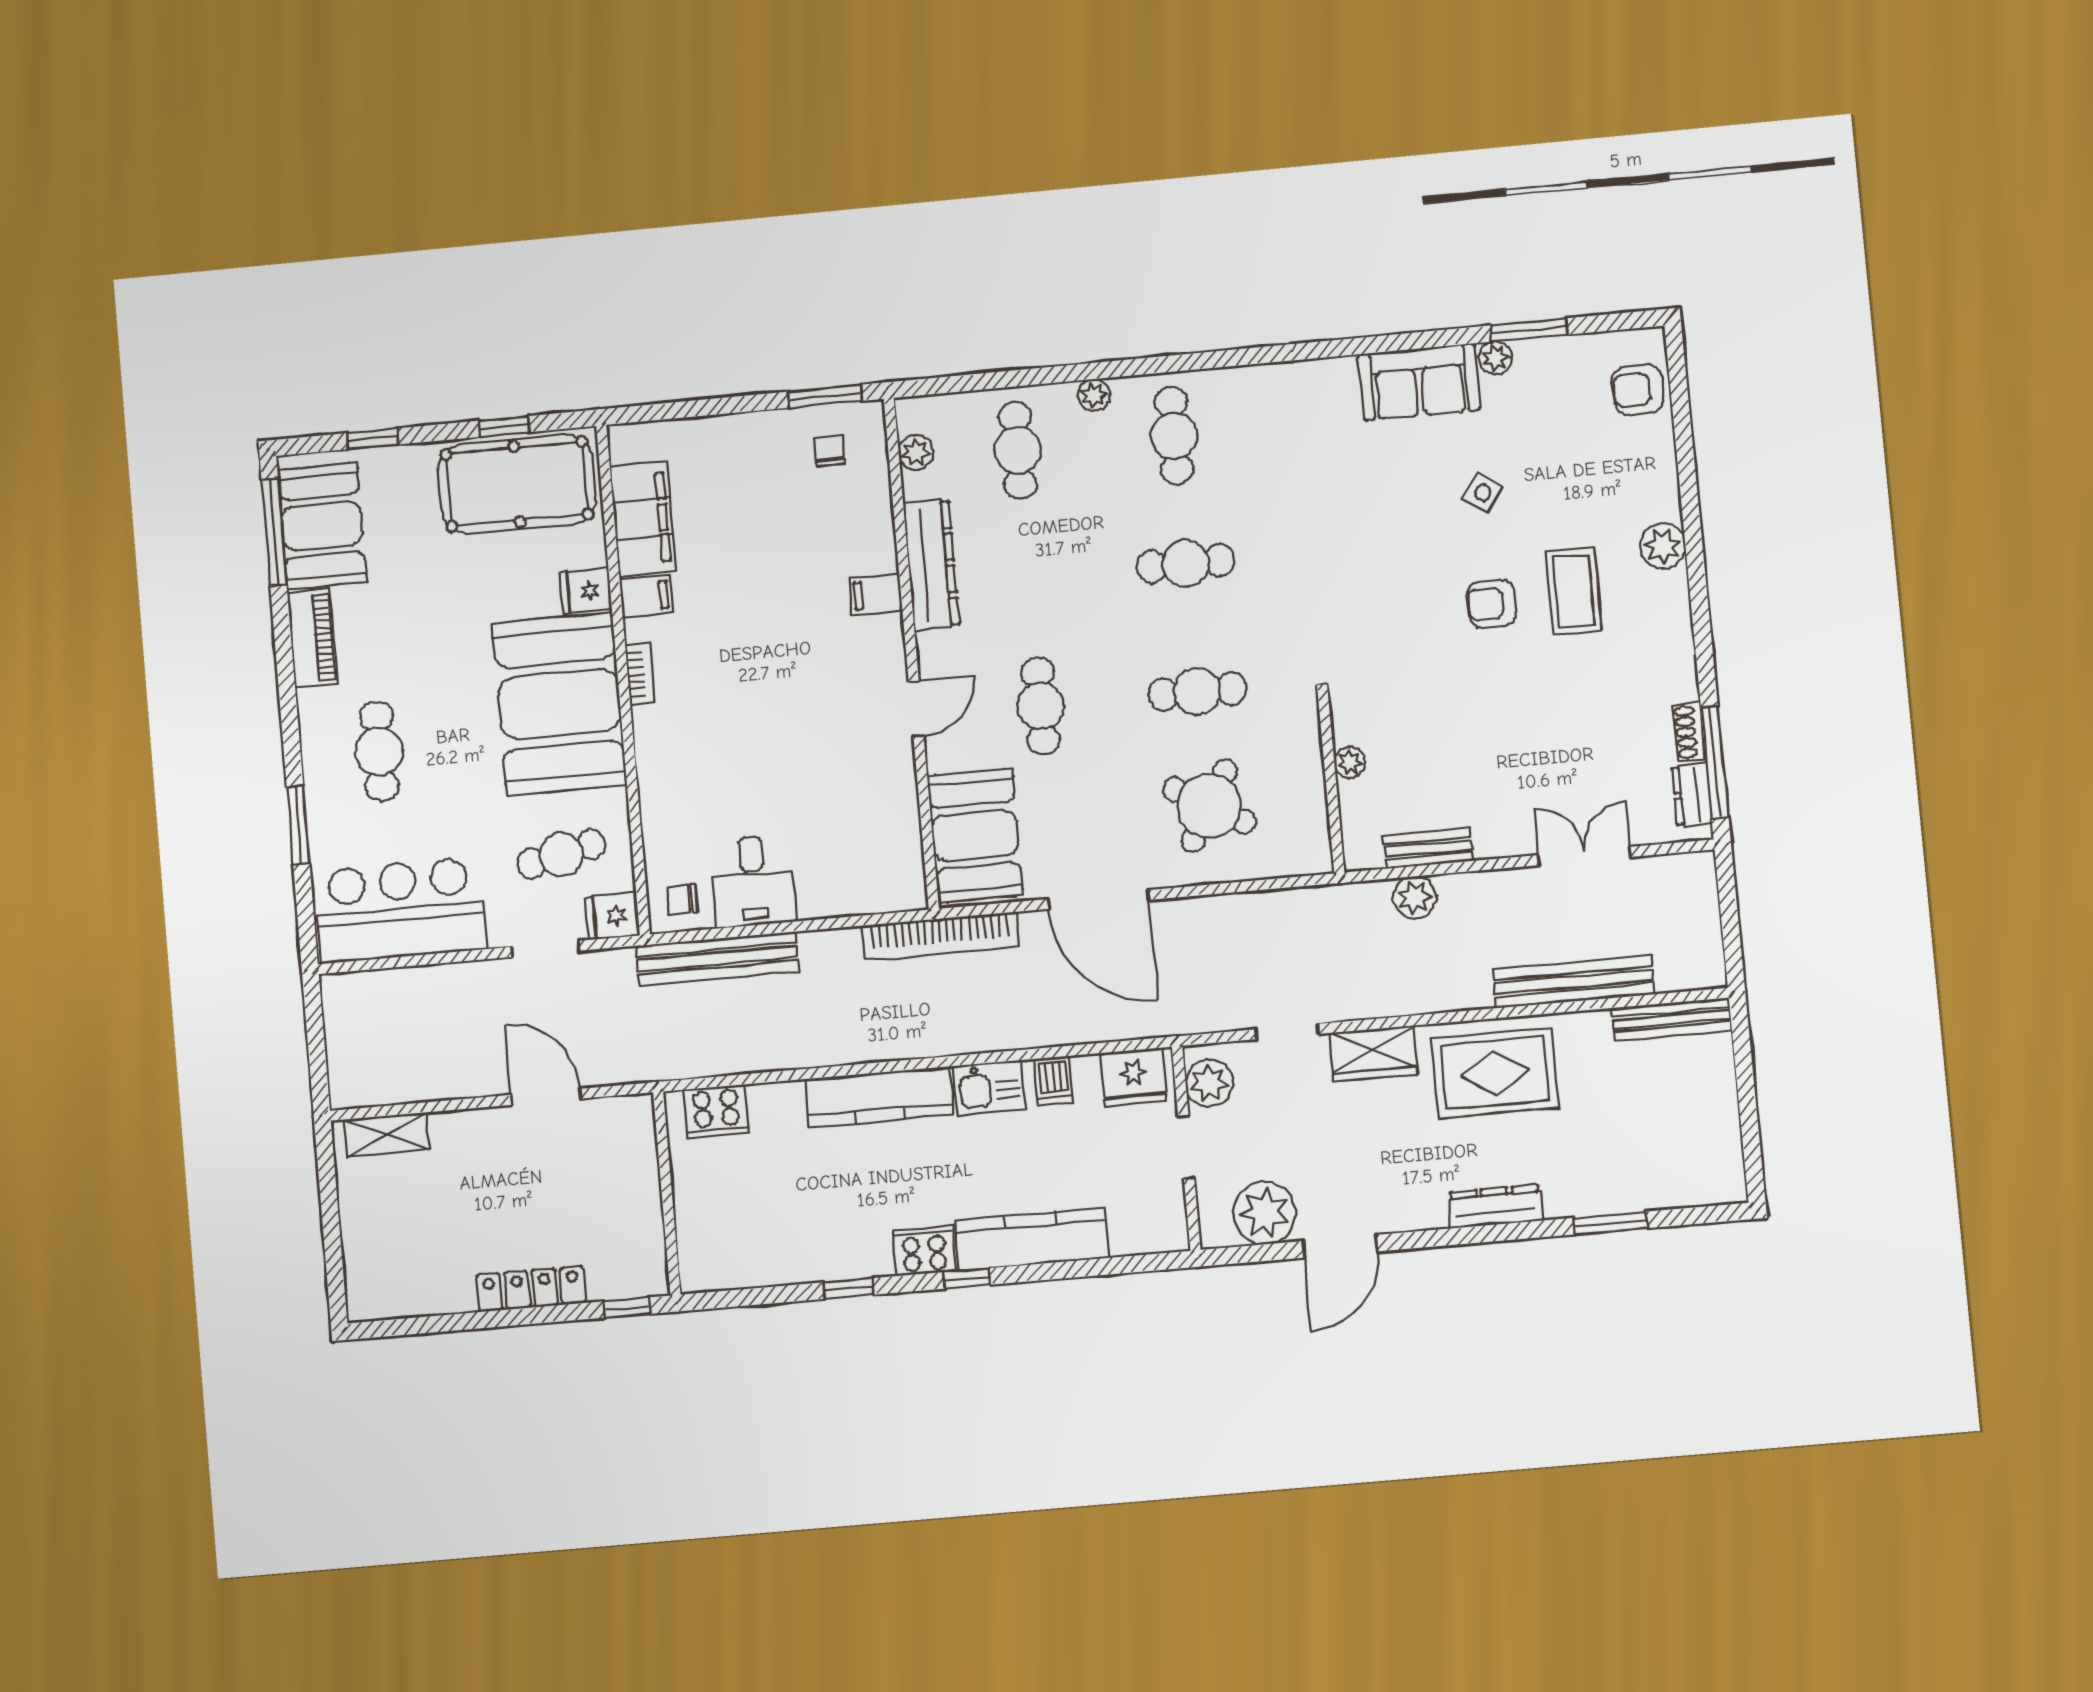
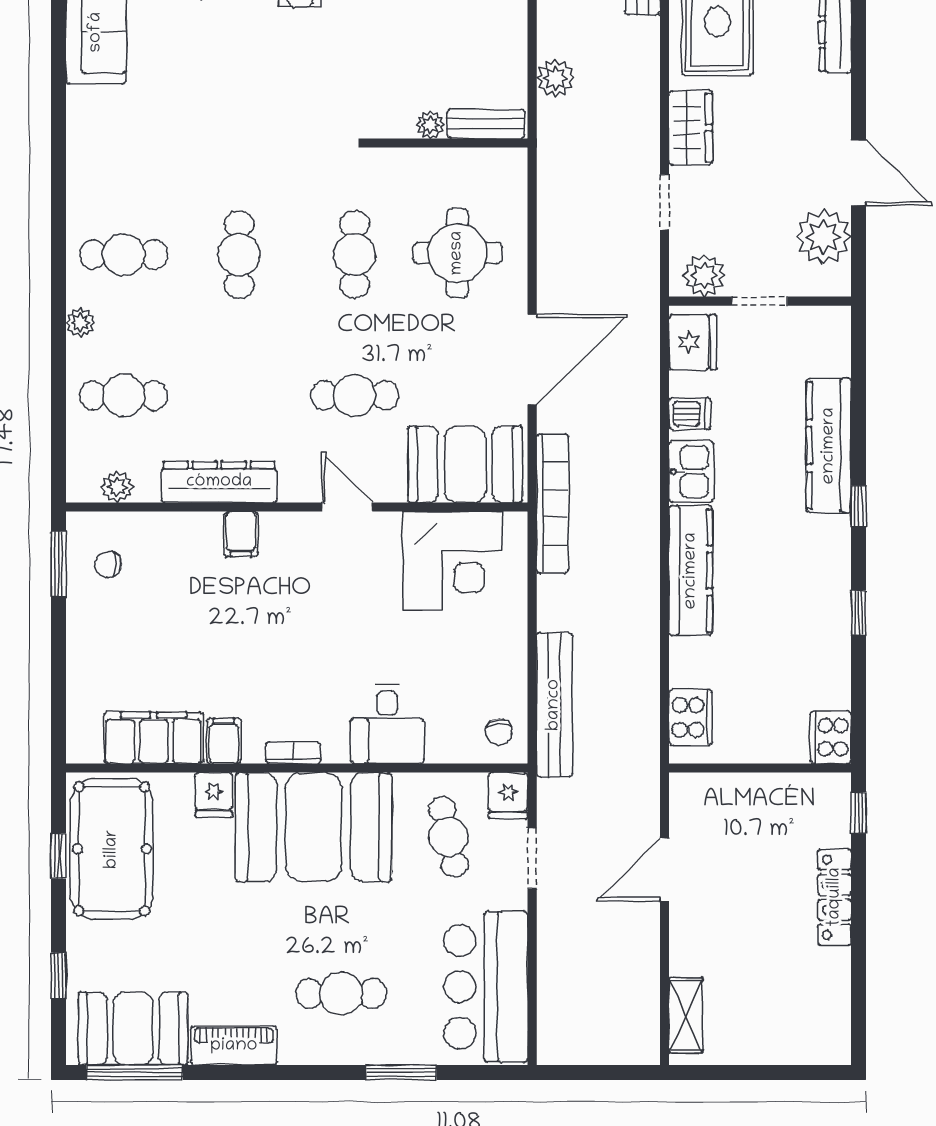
round table: (1209, 806) -> (457, 253), turned -30
corner desk: (867, 831) -> (452, 561), added
bench: (1428, 848) -> (486, 124), moved, turned 90
desk: (753, 881) -> (387, 724), moved, turned 90
cooker: (924, 1251) -> (831, 737), moved

